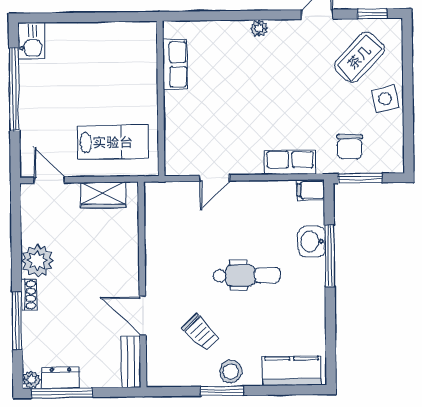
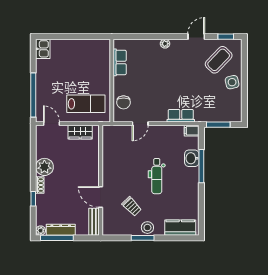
window: (14, 89) -> (33, 95), moved
chair: (350, 147) -> (124, 102), moved
dental chair: (247, 275) -> (157, 176), turned 90
window: (17, 321) -> (33, 199), width x0.46
dresser: (61, 378) -> (61, 230), width x1.44

